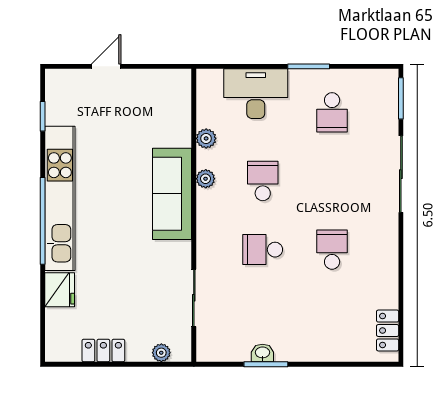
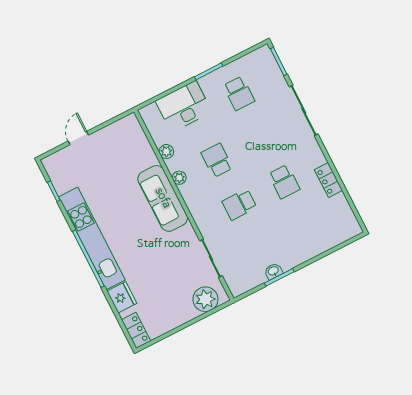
school desk: (332, 250) -> (284, 182), turned 180
locker: (388, 331) -> (328, 180), moved
locker: (103, 350) -> (136, 330), moved, turned 90
plant: (161, 353) -> (205, 299), width x1.87, depth x1.87

